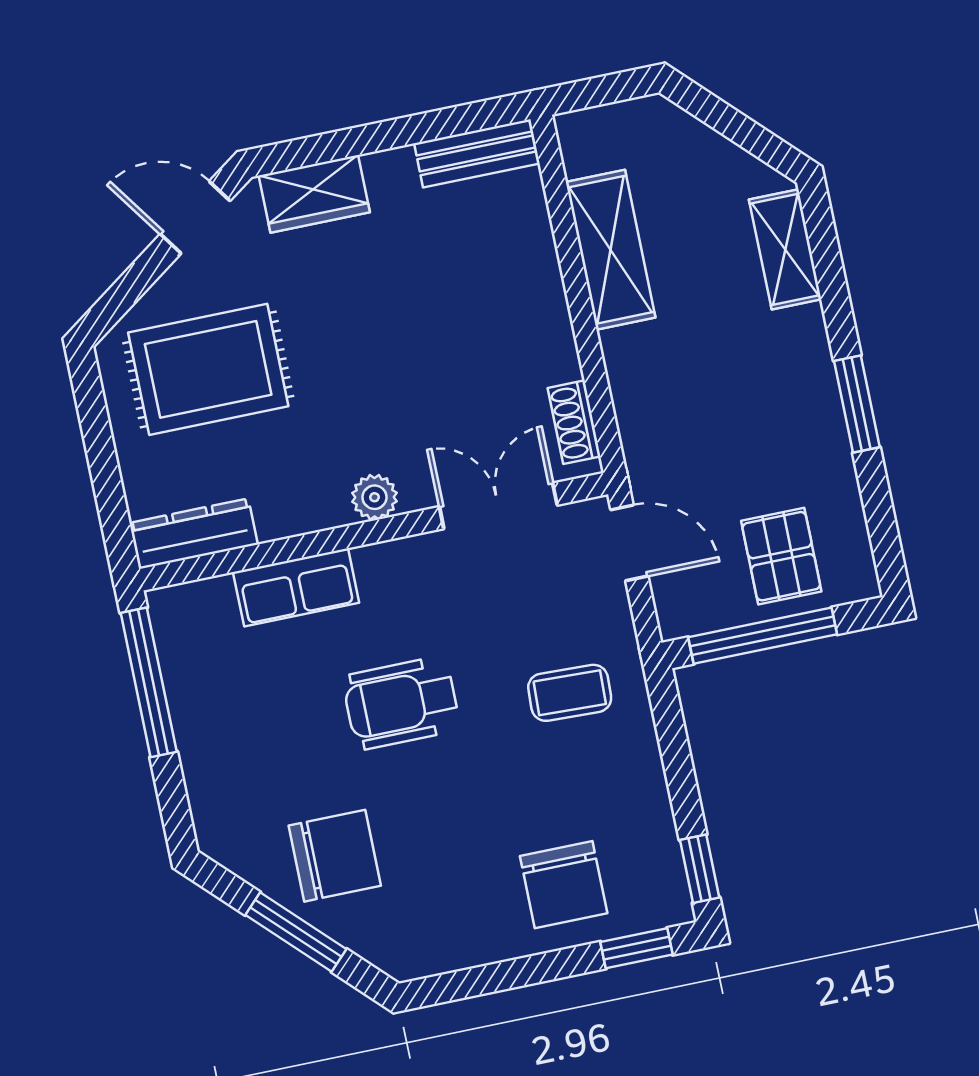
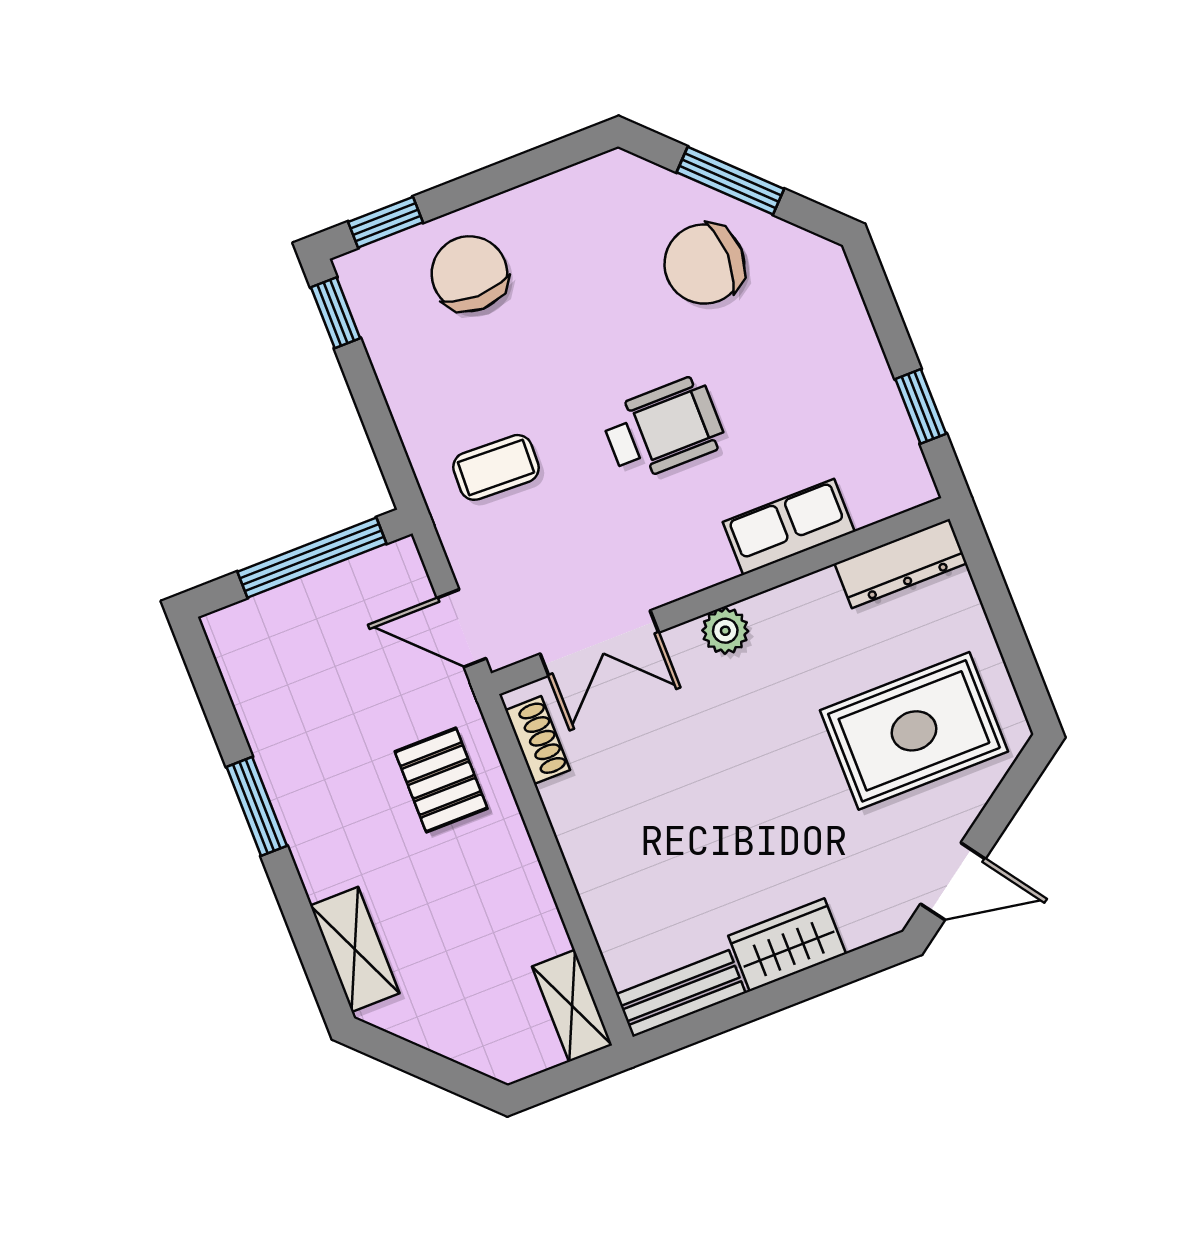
wardrobe: (314, 194) -> (787, 945), moved
shelving: (611, 250) -> (572, 1006), moved, width x0.67, depth x0.75
pallet: (781, 556) -> (441, 780), moved
window: (149, 682) -> (921, 406), width x0.46

